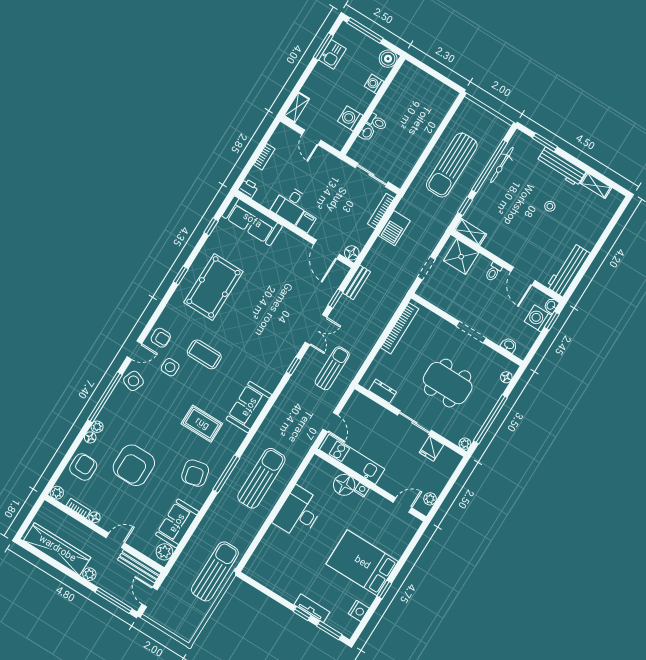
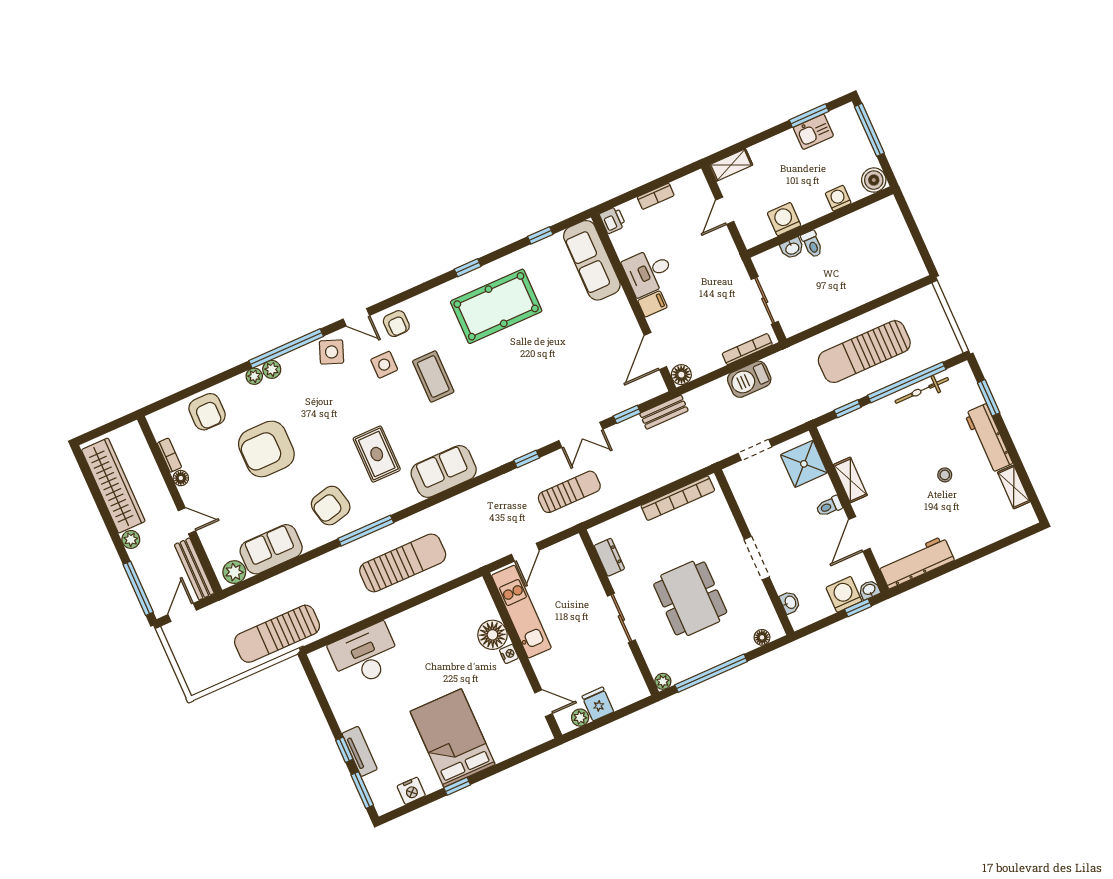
shelving: (470, 232) -> (850, 480), moved
floor lamp: (90, 437) -> (238, 383), removed
fridge: (432, 449) -> (598, 704), moved, turned 90
armchair: (83, 467) -> (207, 412), turned 90
plant: (57, 493) -> (272, 369), moved
desk: (299, 513) -> (365, 655), moved
sun lounger: (215, 571) -> (277, 634), turned 180

